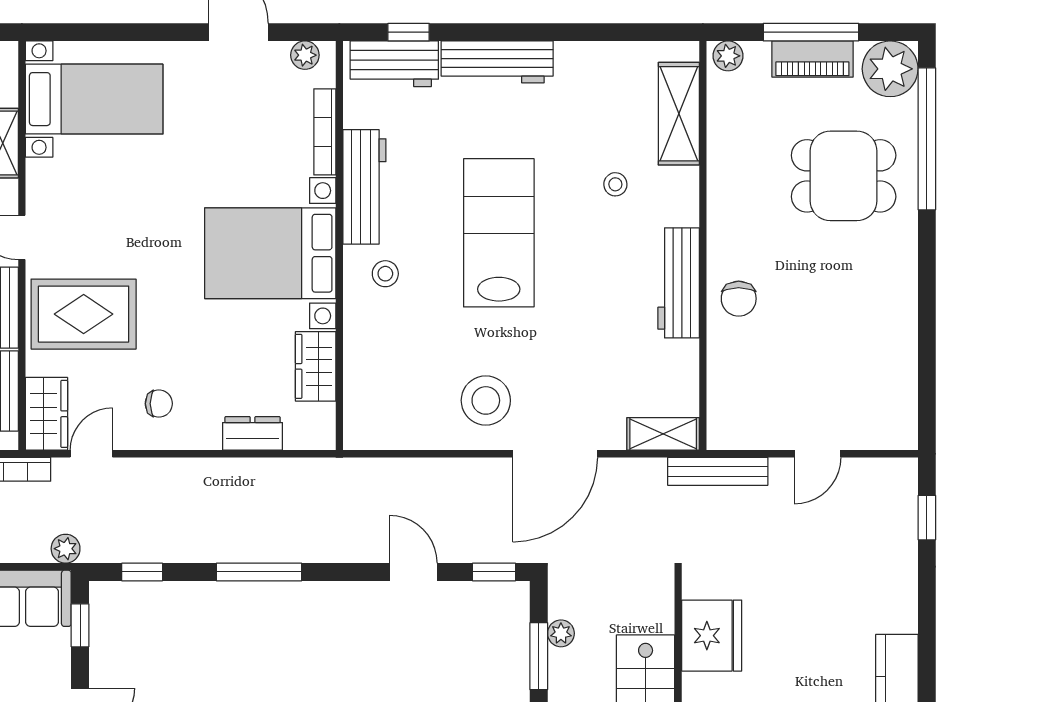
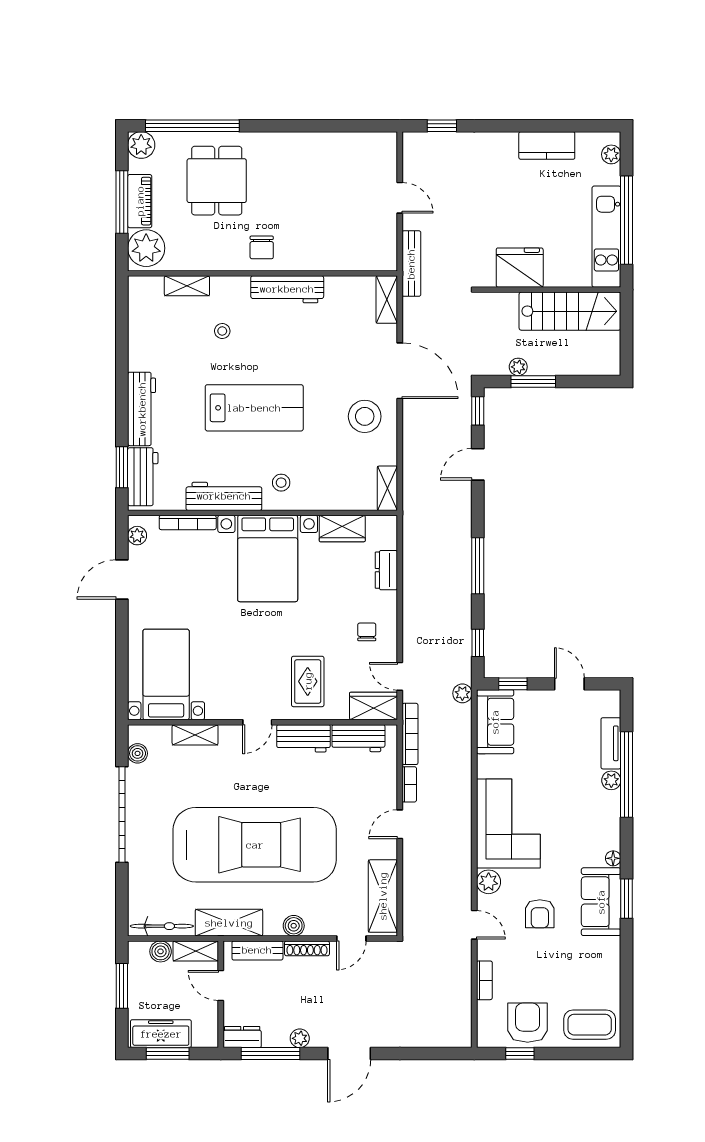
window: (409, 32) -> (122, 467), width x1.50
plant: (728, 56) -> (146, 248), width x1.87, depth x1.87
plant: (890, 69) -> (141, 145), width x0.73, depth x0.73
shelving: (679, 114) -> (187, 286), width x0.67, depth x0.75
lab bench: (499, 233) -> (254, 408), turned 180
chair: (739, 299) -> (262, 247), moved, turned 90
rug: (84, 314) -> (308, 681), width x0.73, depth x0.70
shelving: (377, 435) -> (387, 488), added

